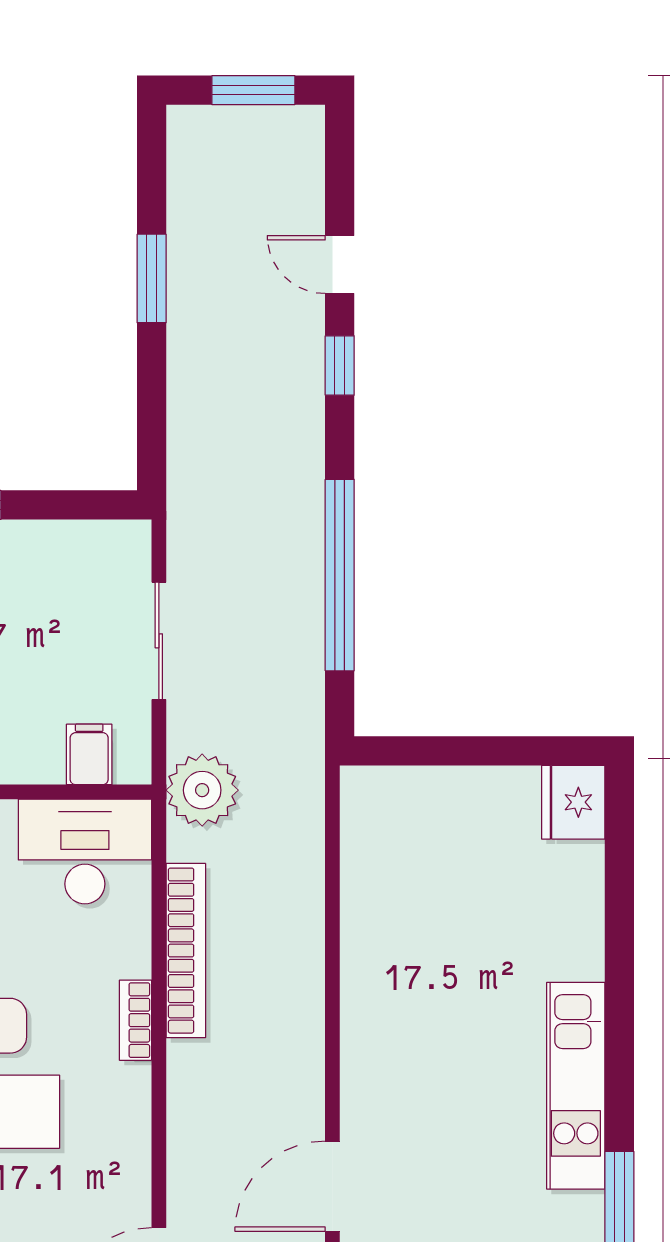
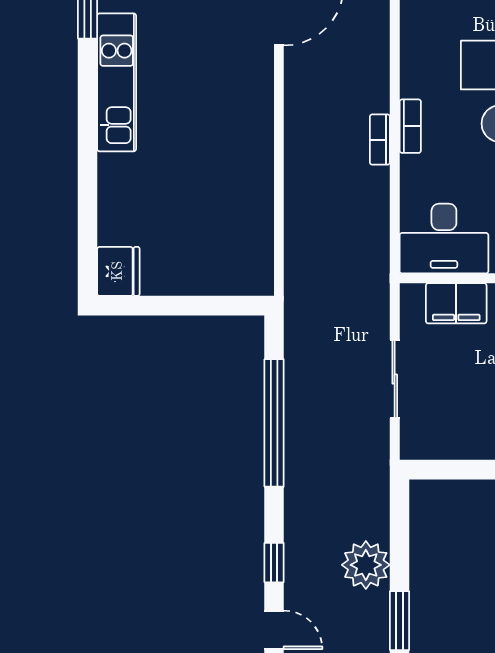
filing cabinet: (89, 754) -> (456, 303), width x2.00
plant: (202, 790) -> (366, 565), moved
bookcase: (186, 951) -> (380, 140), width x0.43, depth x0.76

